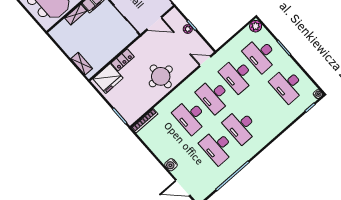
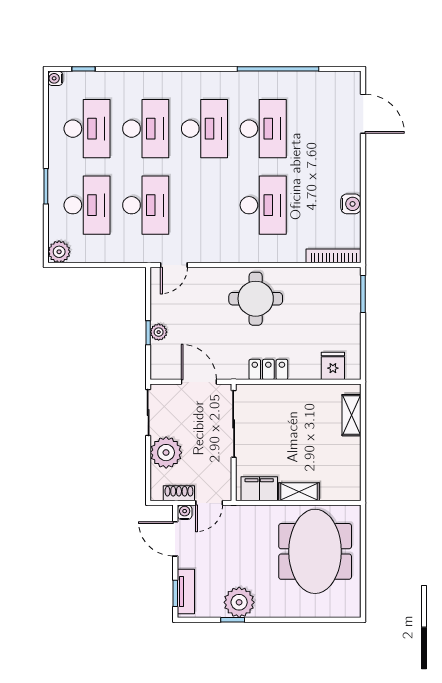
locker: (123, 60) -> (268, 369), moved
door: (205, 61) -> (174, 265), hinge flipped
fridge: (108, 78) -> (333, 366), width x0.53, depth x0.75
desk: (214, 96) -> (146, 129), moved
water cooler: (171, 165) -> (351, 204), moved

